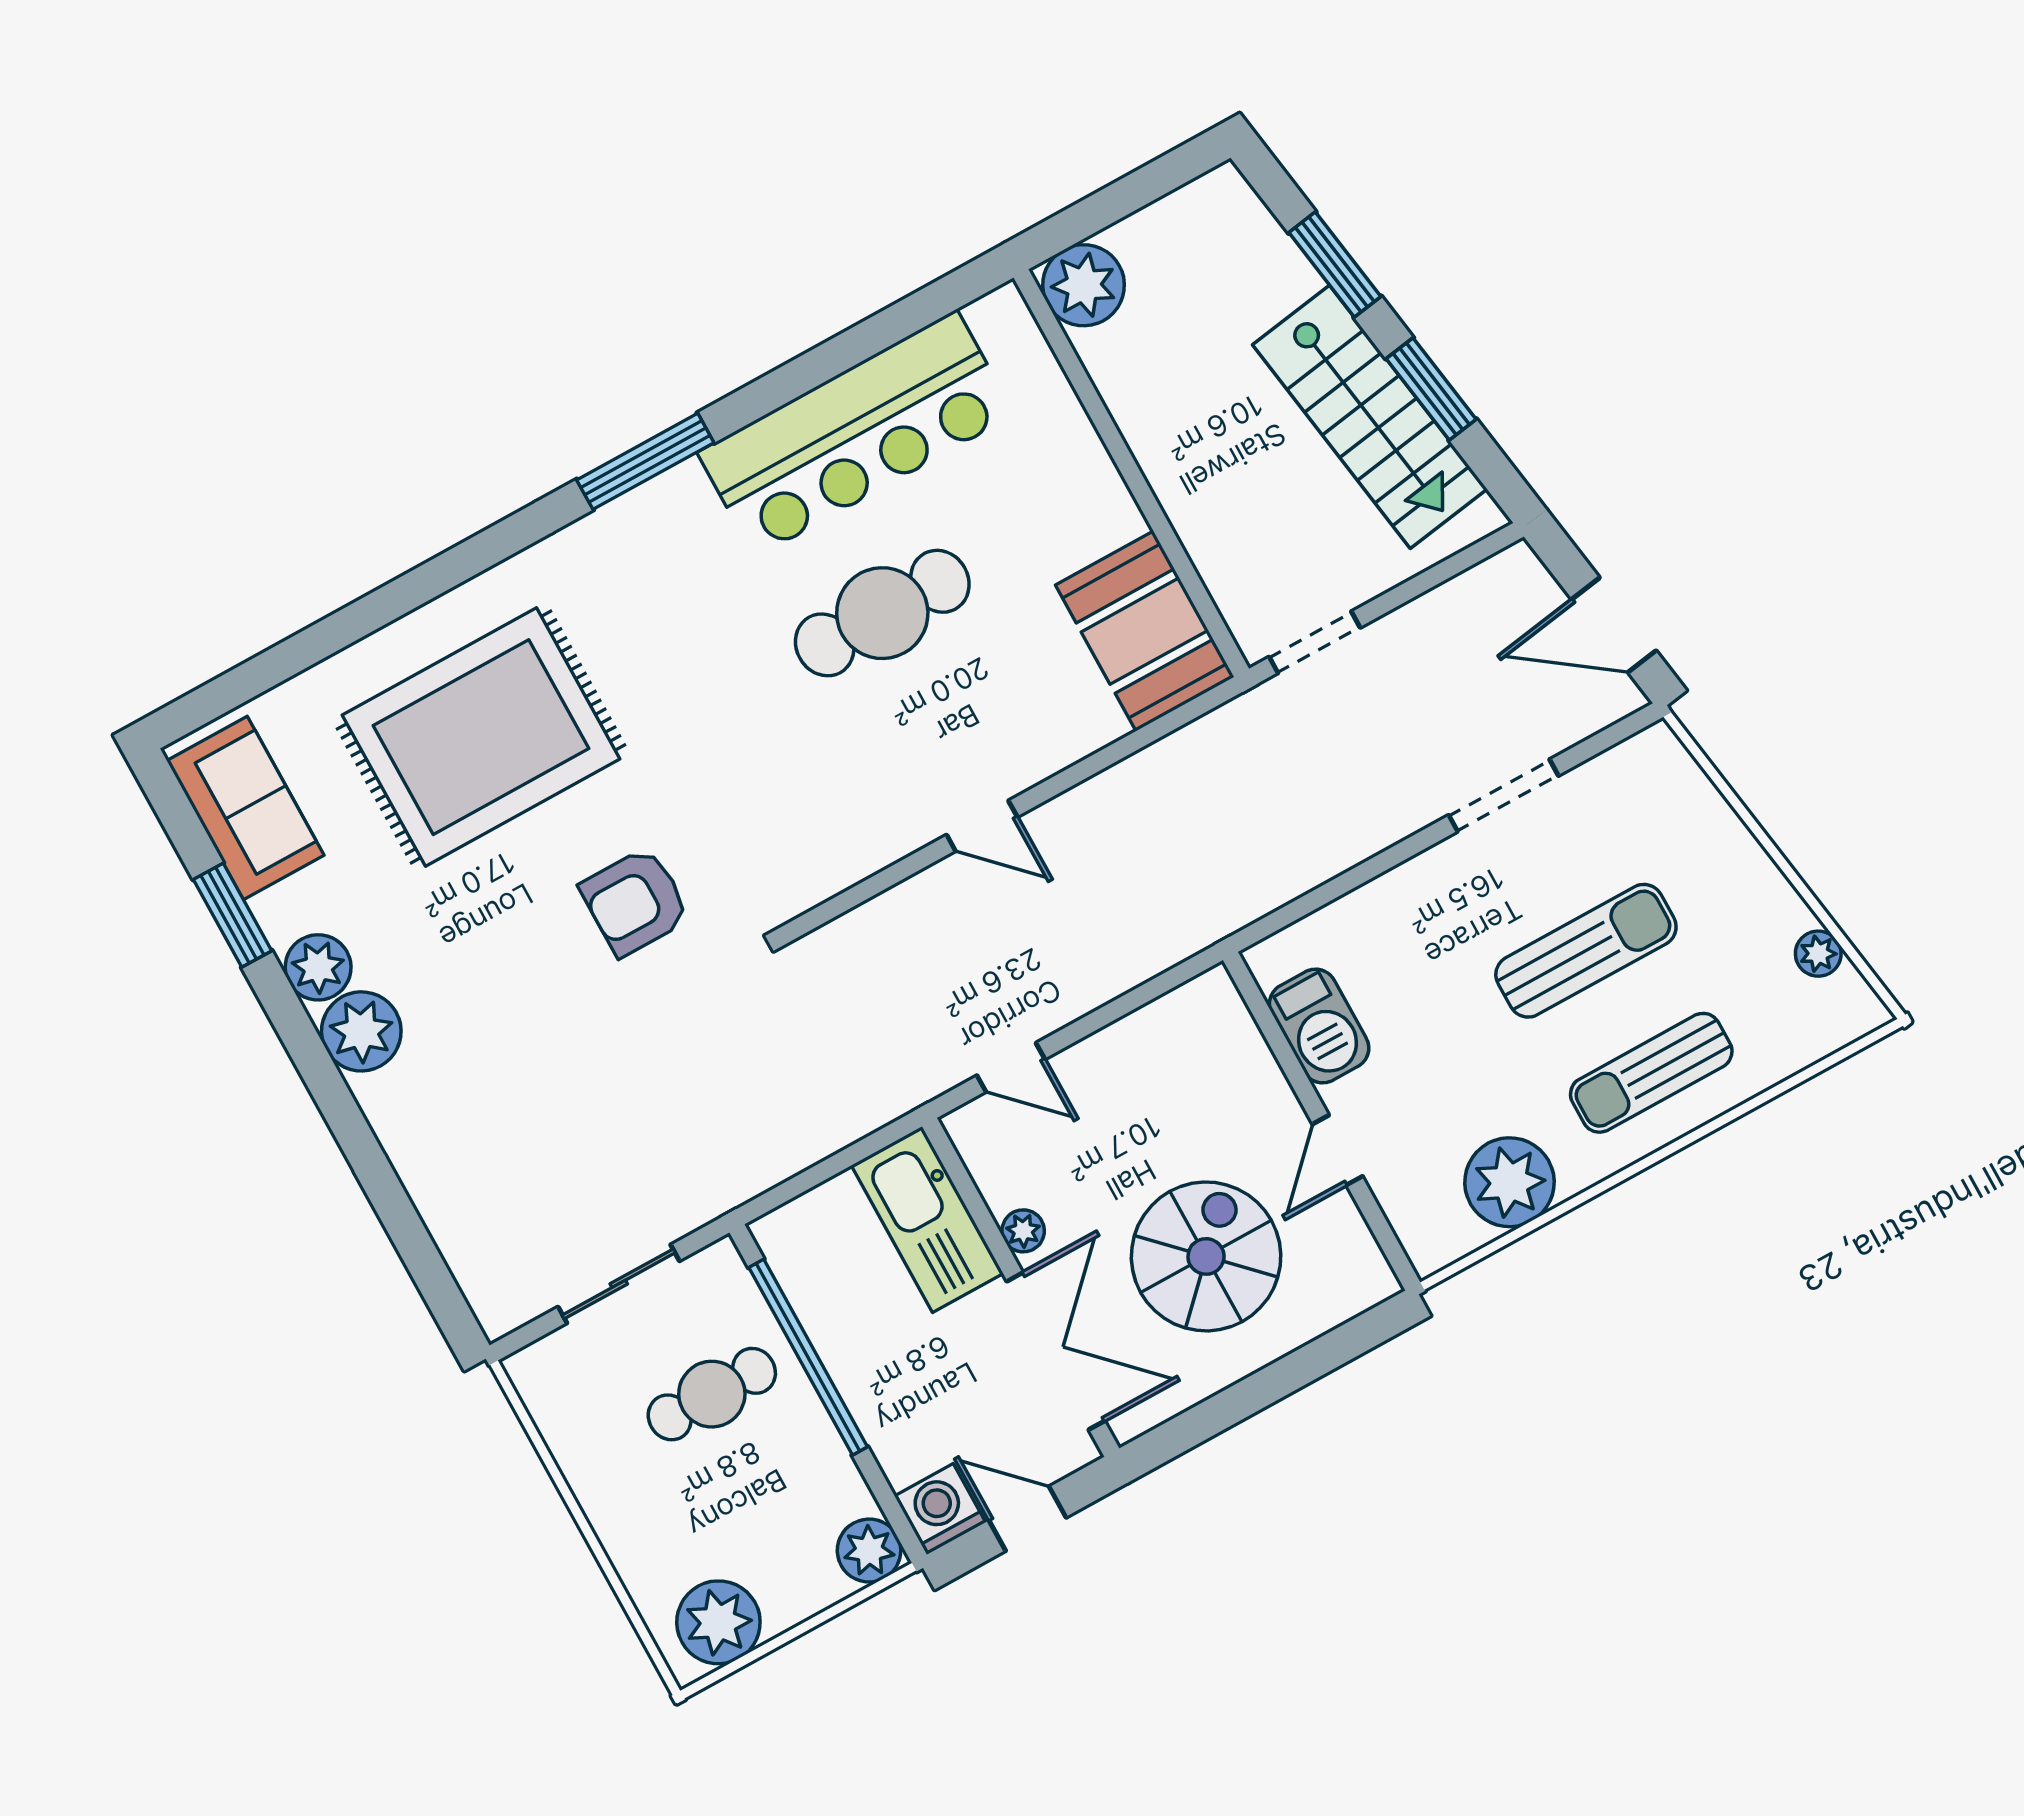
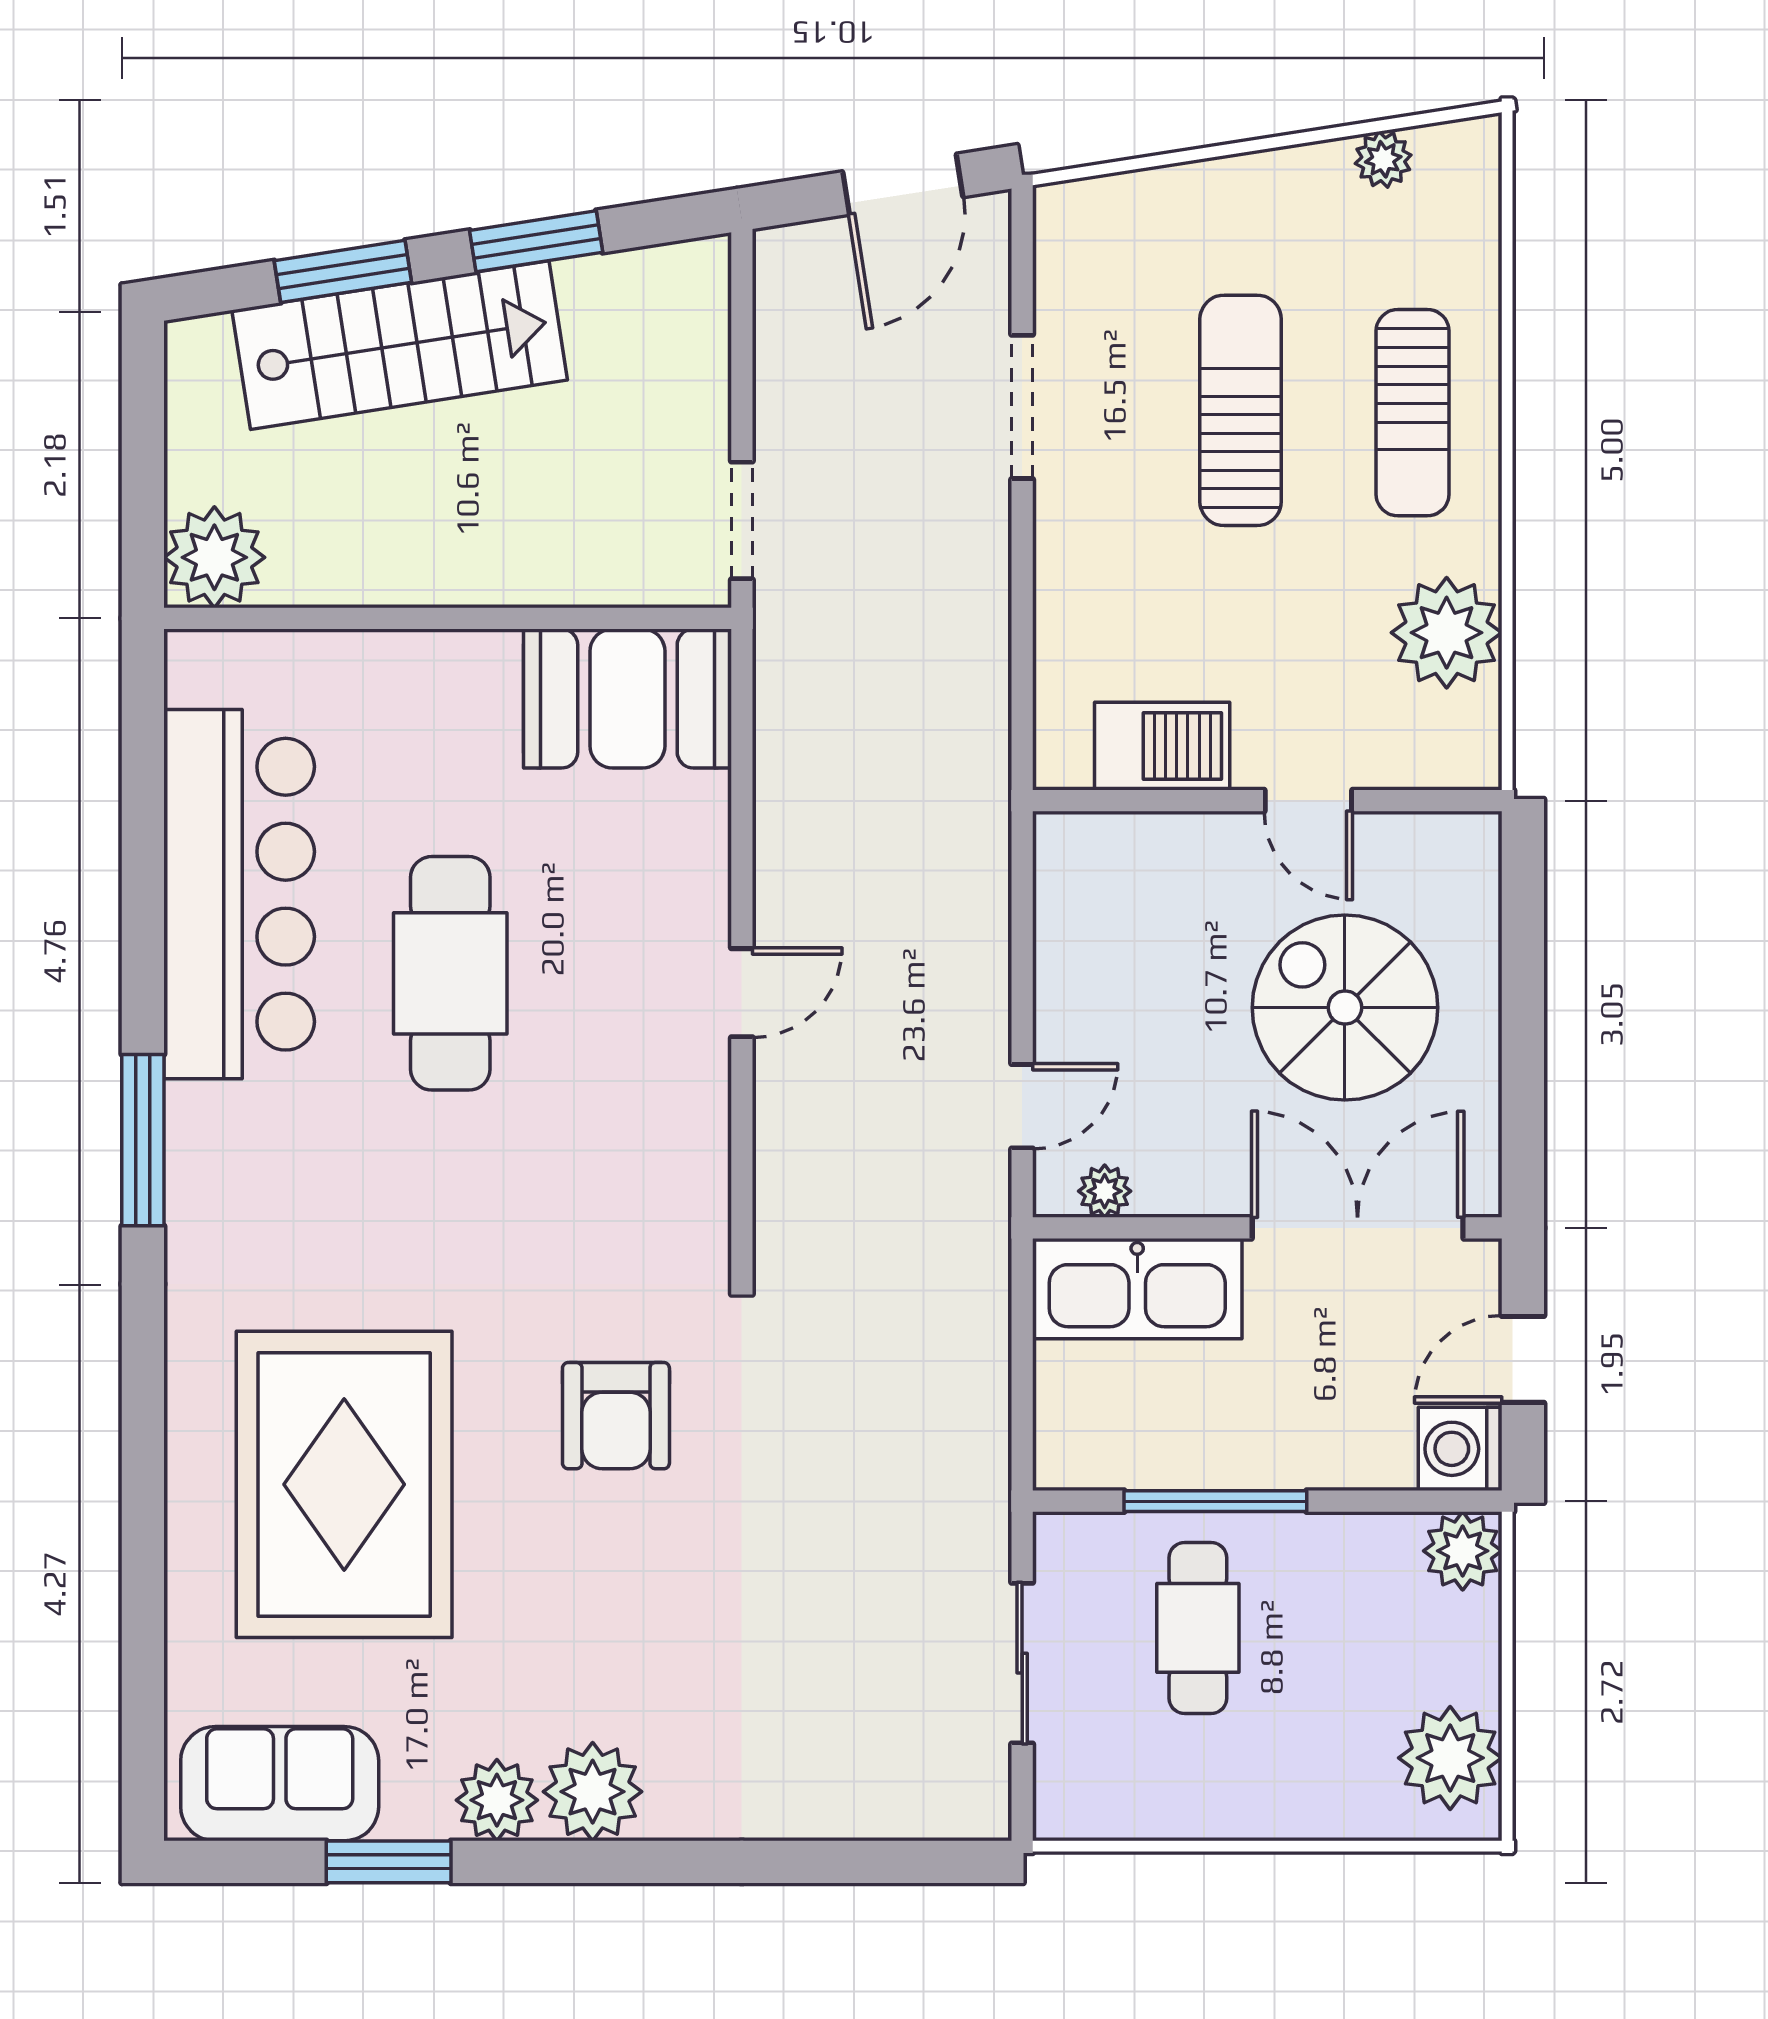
stairs: (1370, 417) -> (400, 345), moved
plant: (1023, 1231) -> (1105, 1191), moved
window: (808, 1357) -> (1215, 1501), width x0.68

